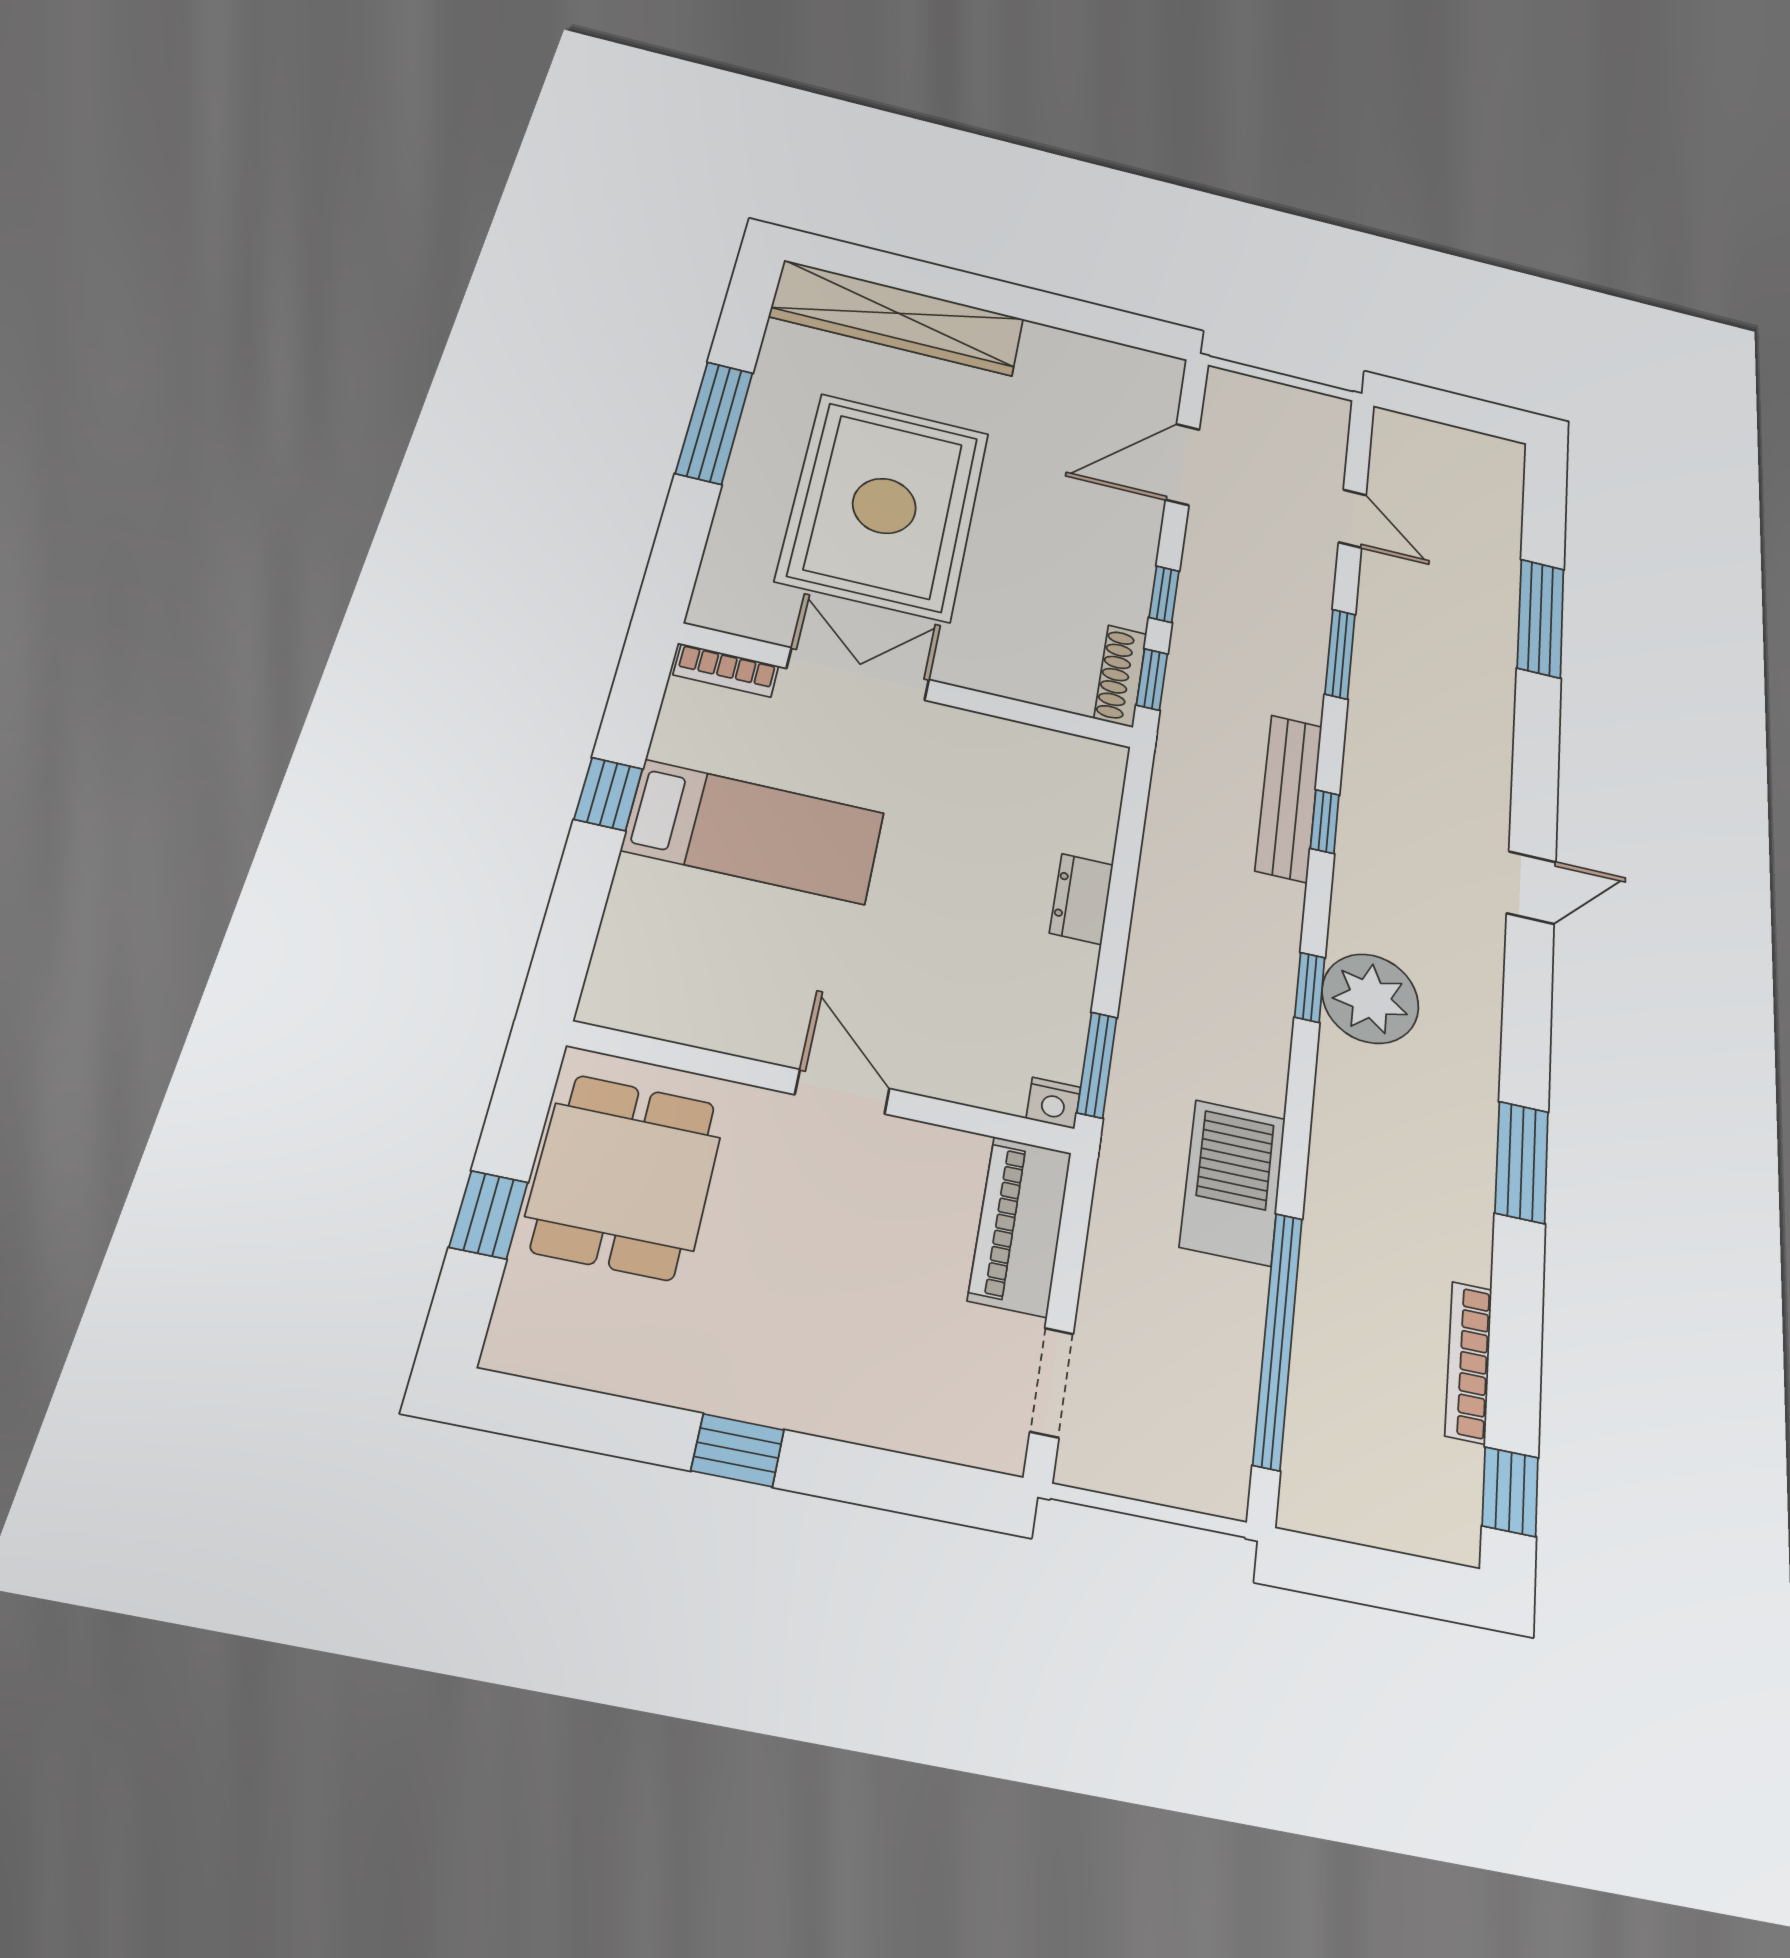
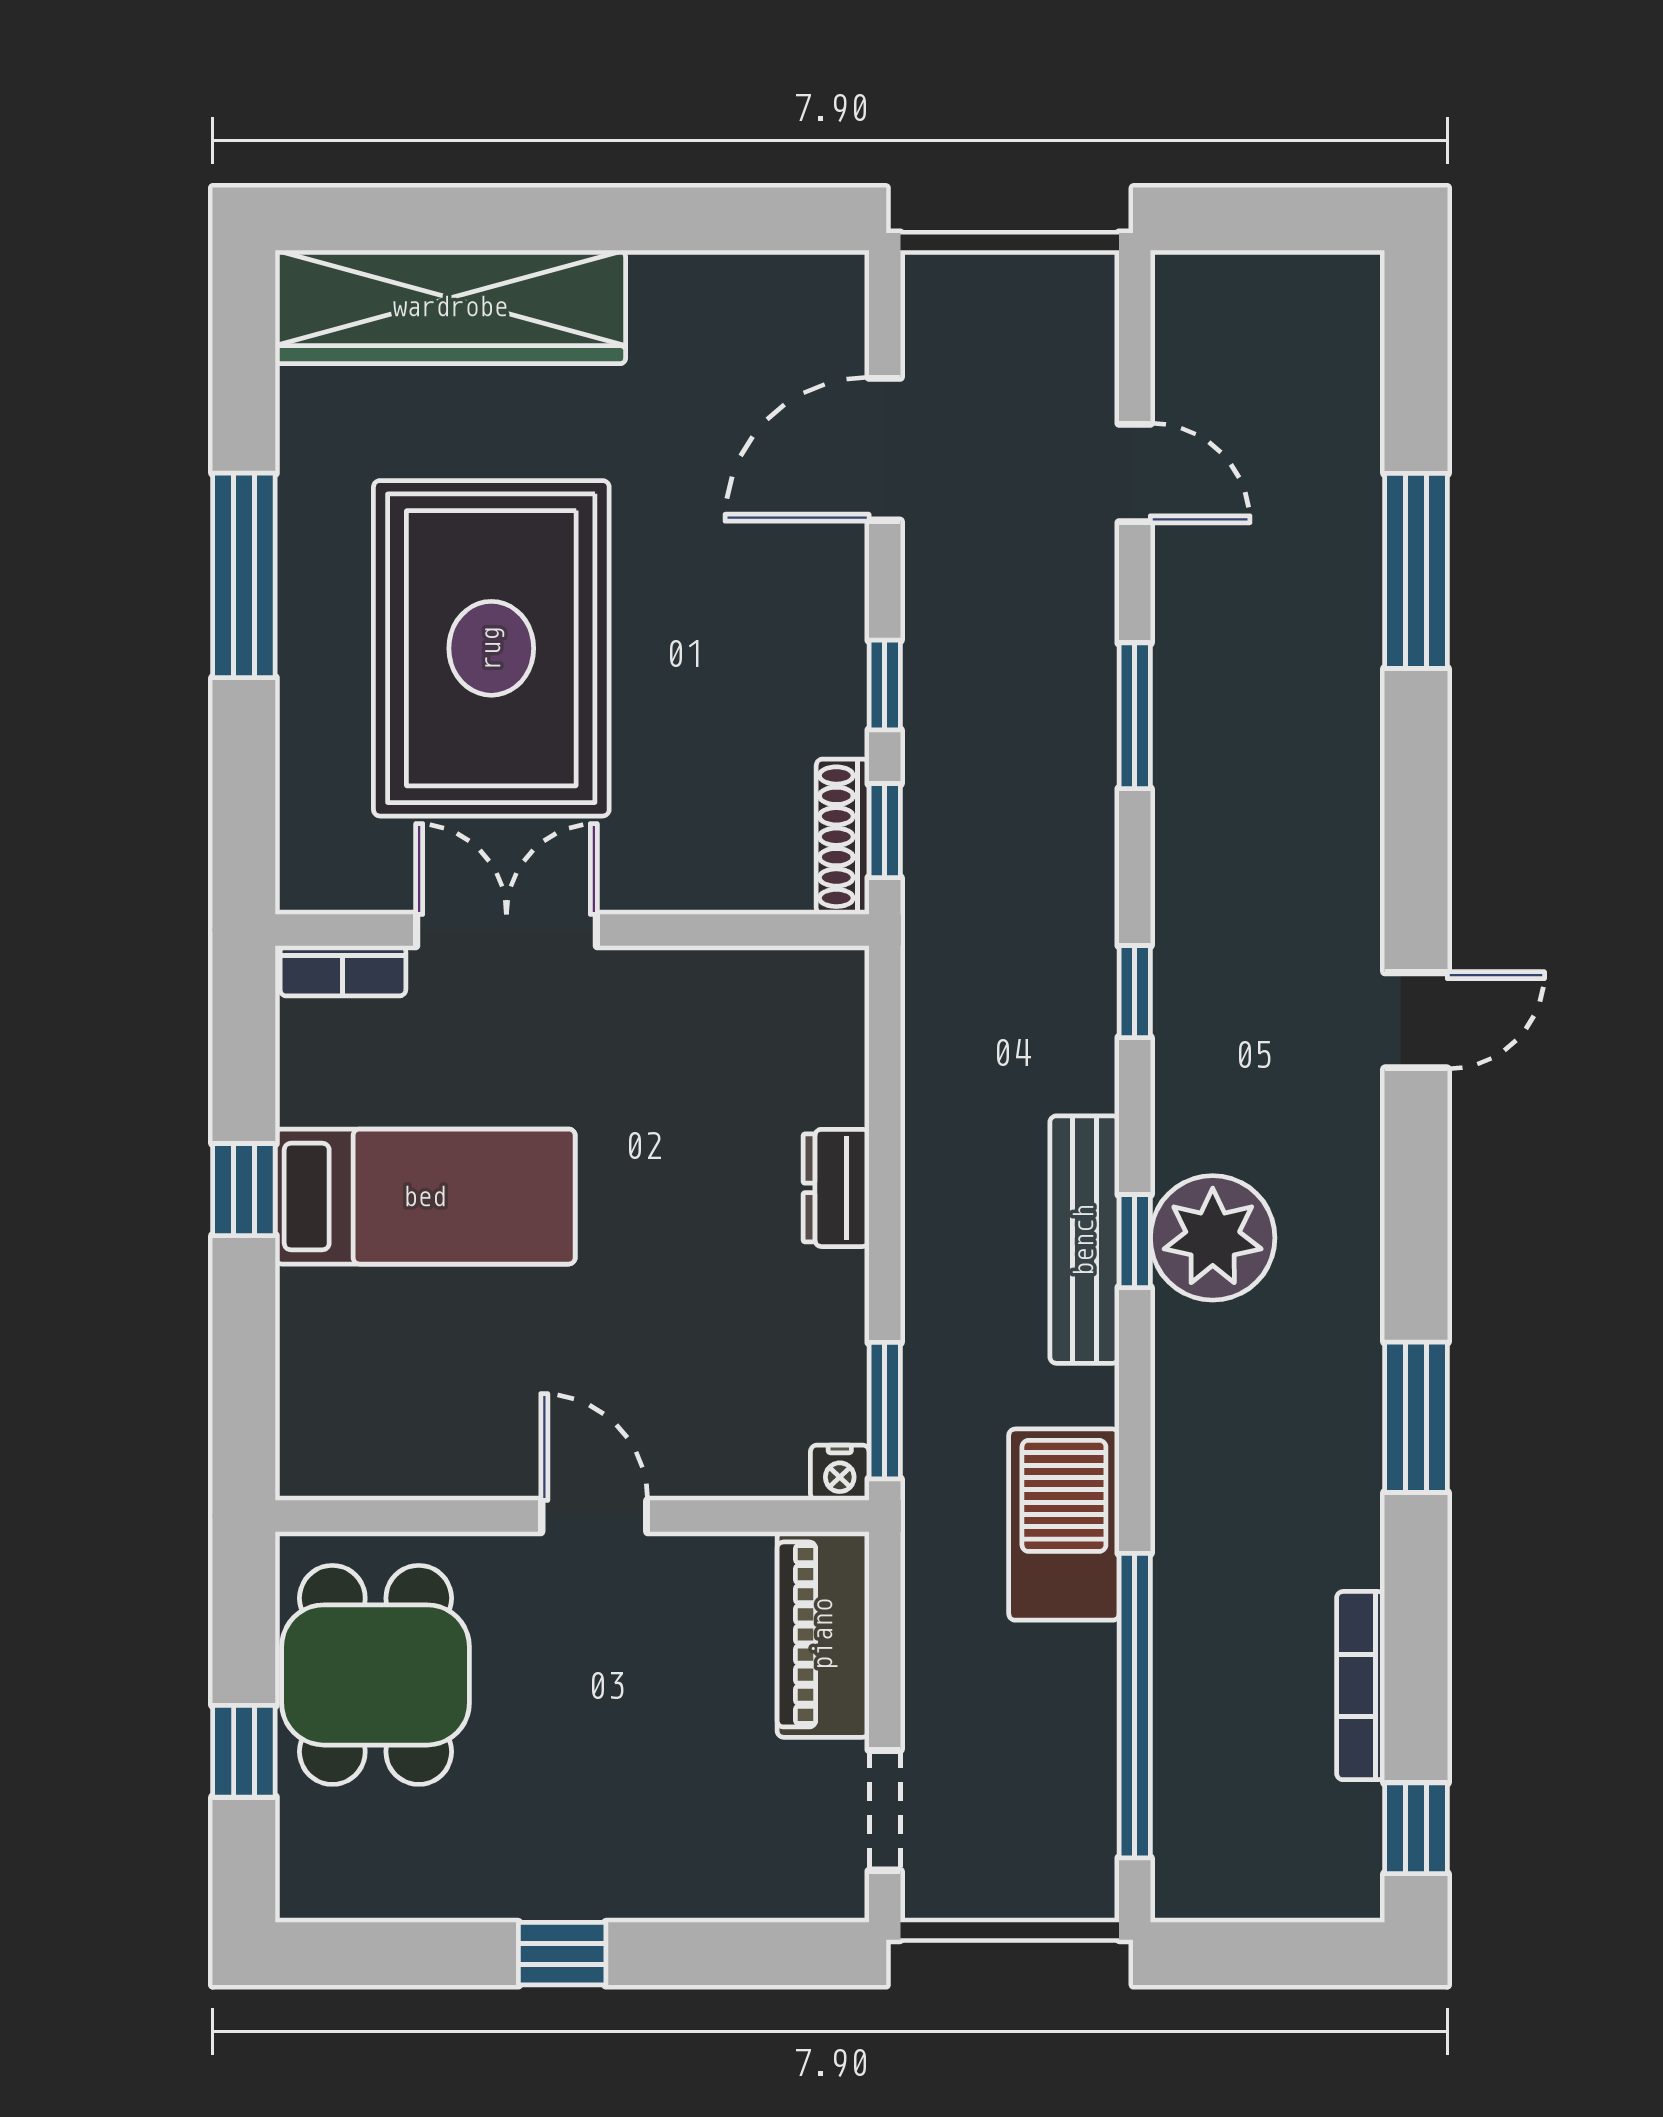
bench: (1289, 798) -> (1084, 1240), moved

